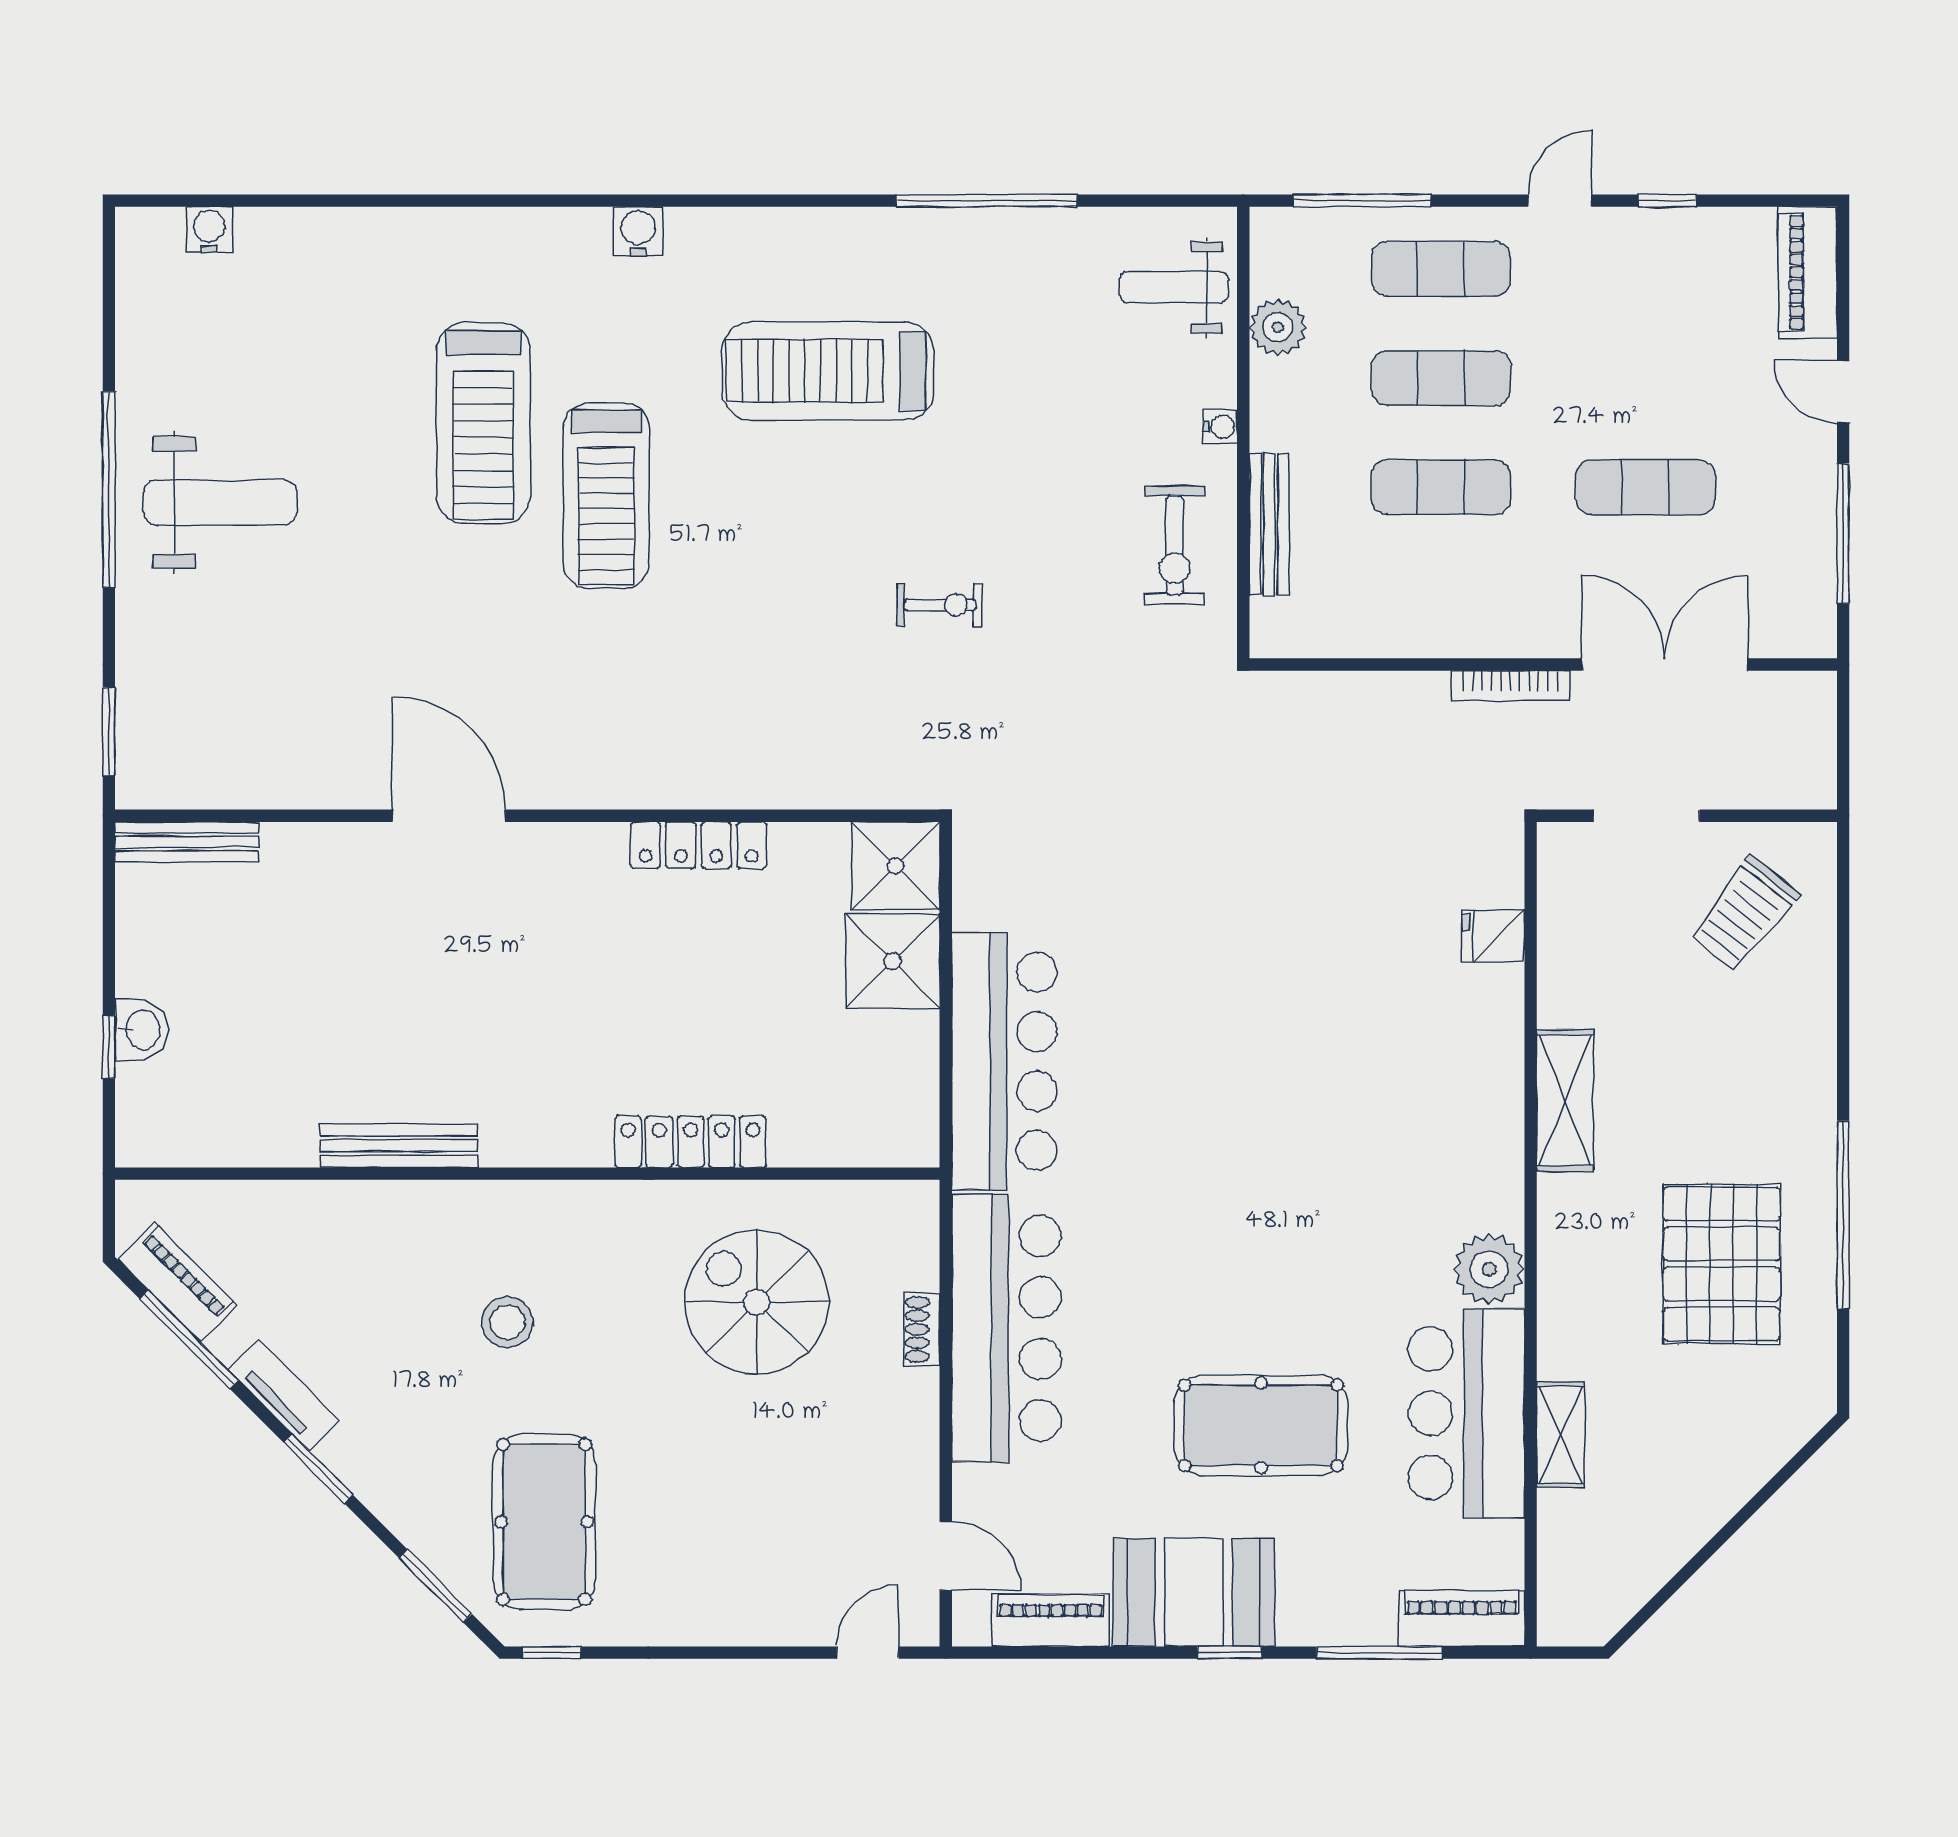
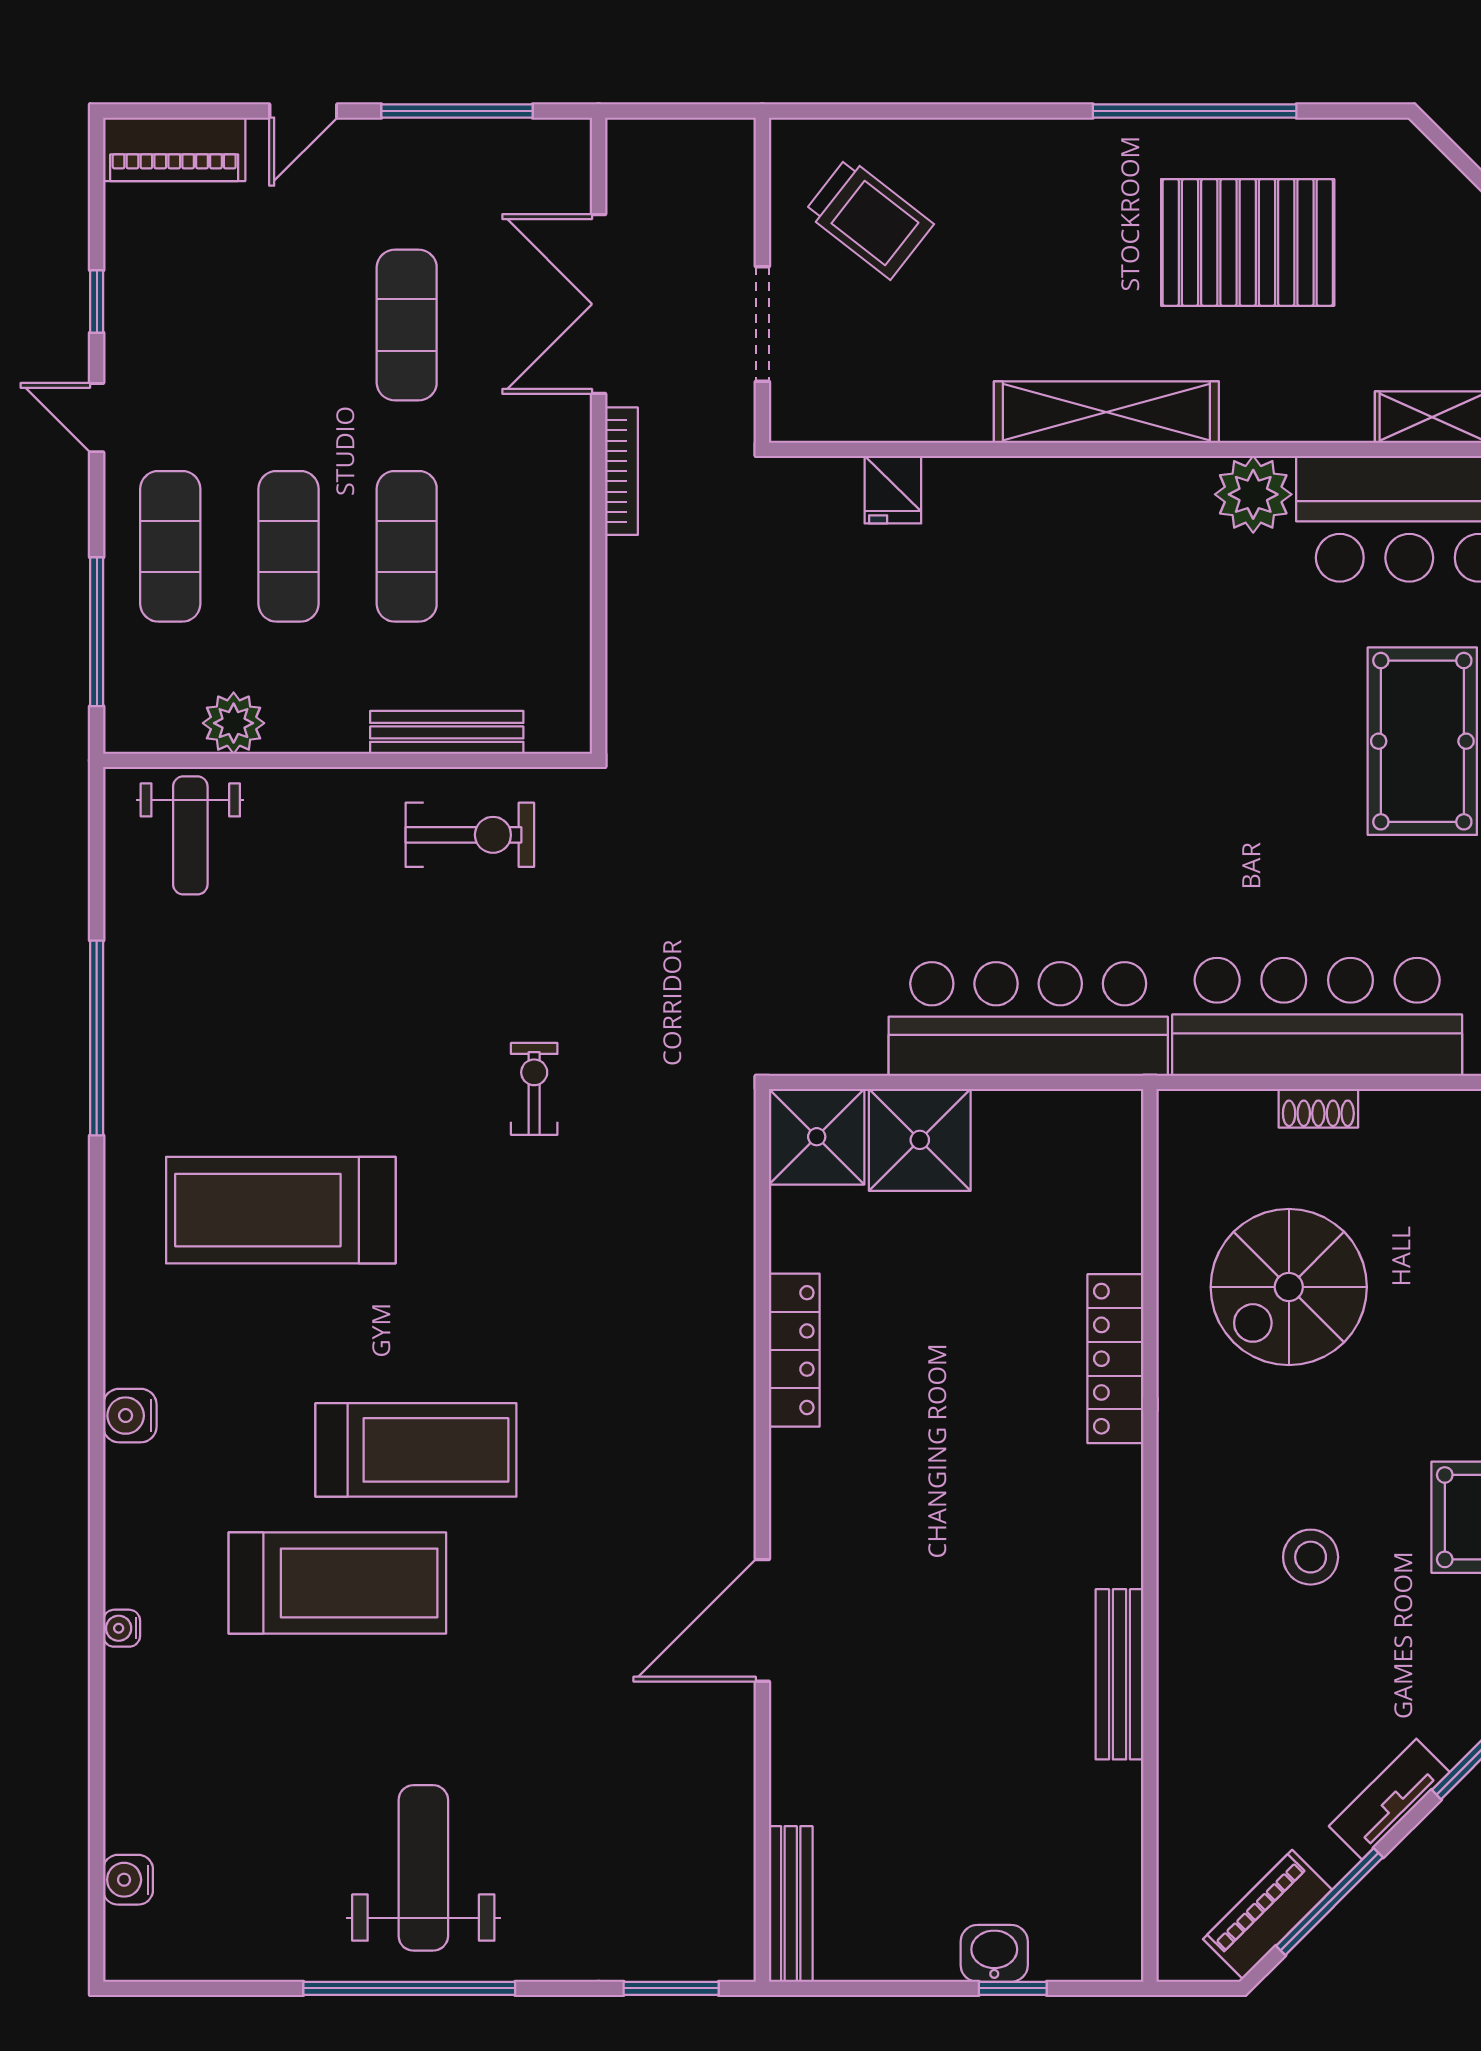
treadmill: (828, 371) -> (281, 1210), turned 90
water cooler: (1220, 427) -> (122, 1628), moved, turned -90
shelving: (1565, 1100) -> (1106, 412), width x1.47

